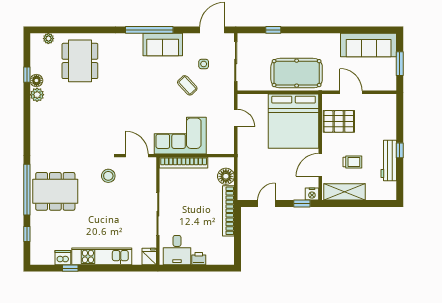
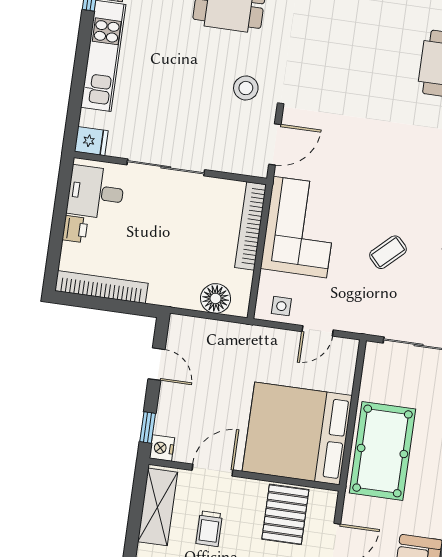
side table: (204, 64) -> (281, 306), moved
door: (320, 165) -> (212, 470), hinge flipped
bookcase: (228, 211) -> (101, 287), moved

